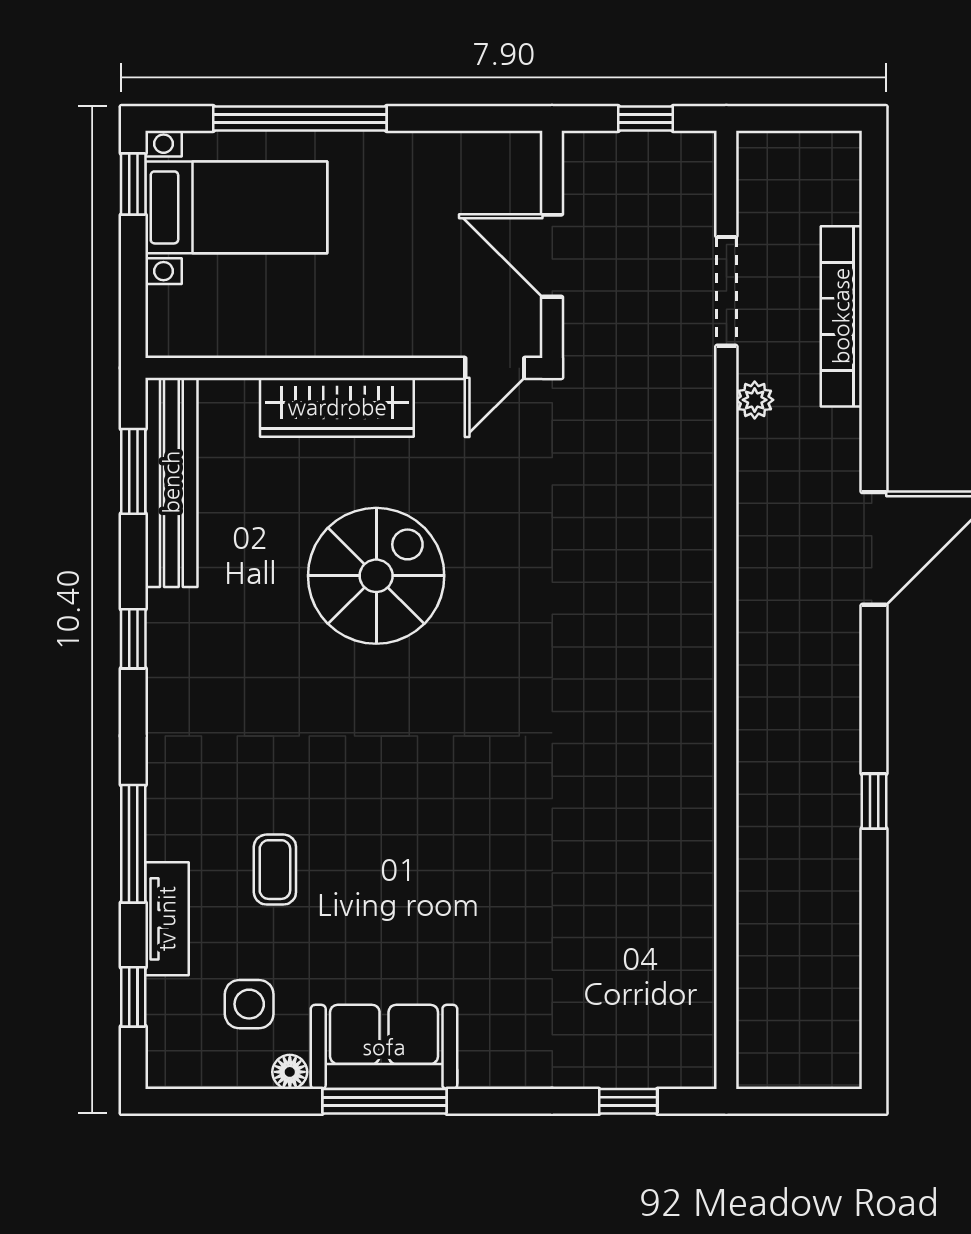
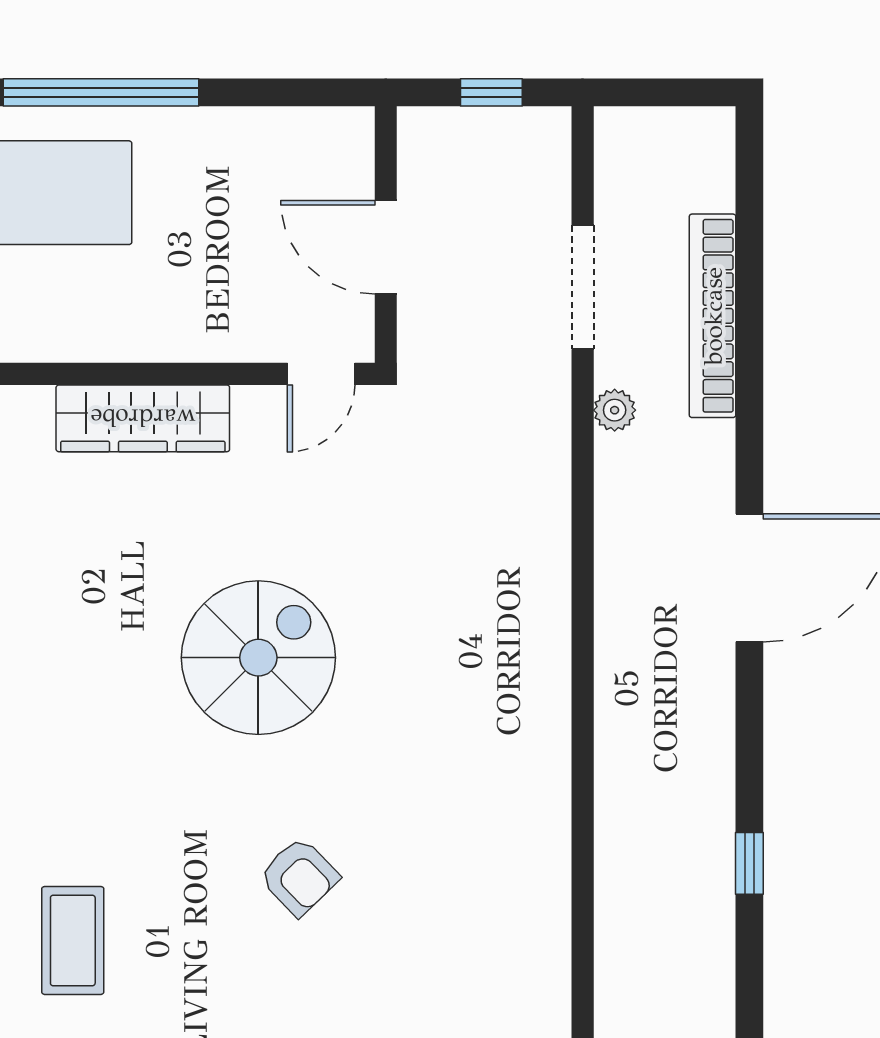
spiral stairs: (376, 576) -> (258, 658), moved
armchair: (475, 813) -> (299, 877), added
coffee table: (275, 870) -> (73, 940), width x1.36, depth x1.30

